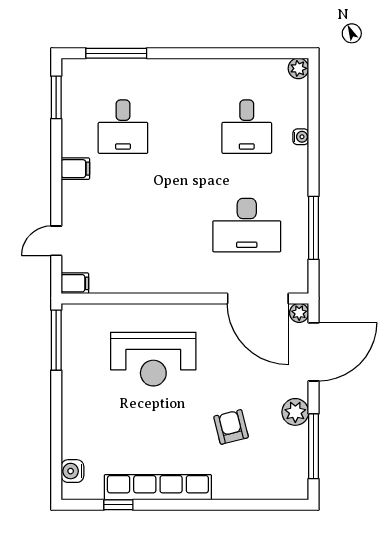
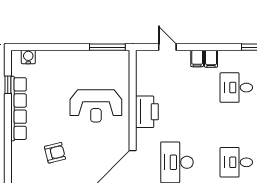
printer: (163, 275) -> (147, 112), added
filing cabinet: (75, 283) -> (197, 58), moved
reception desk: (153, 359) -> (96, 106), turned -90

